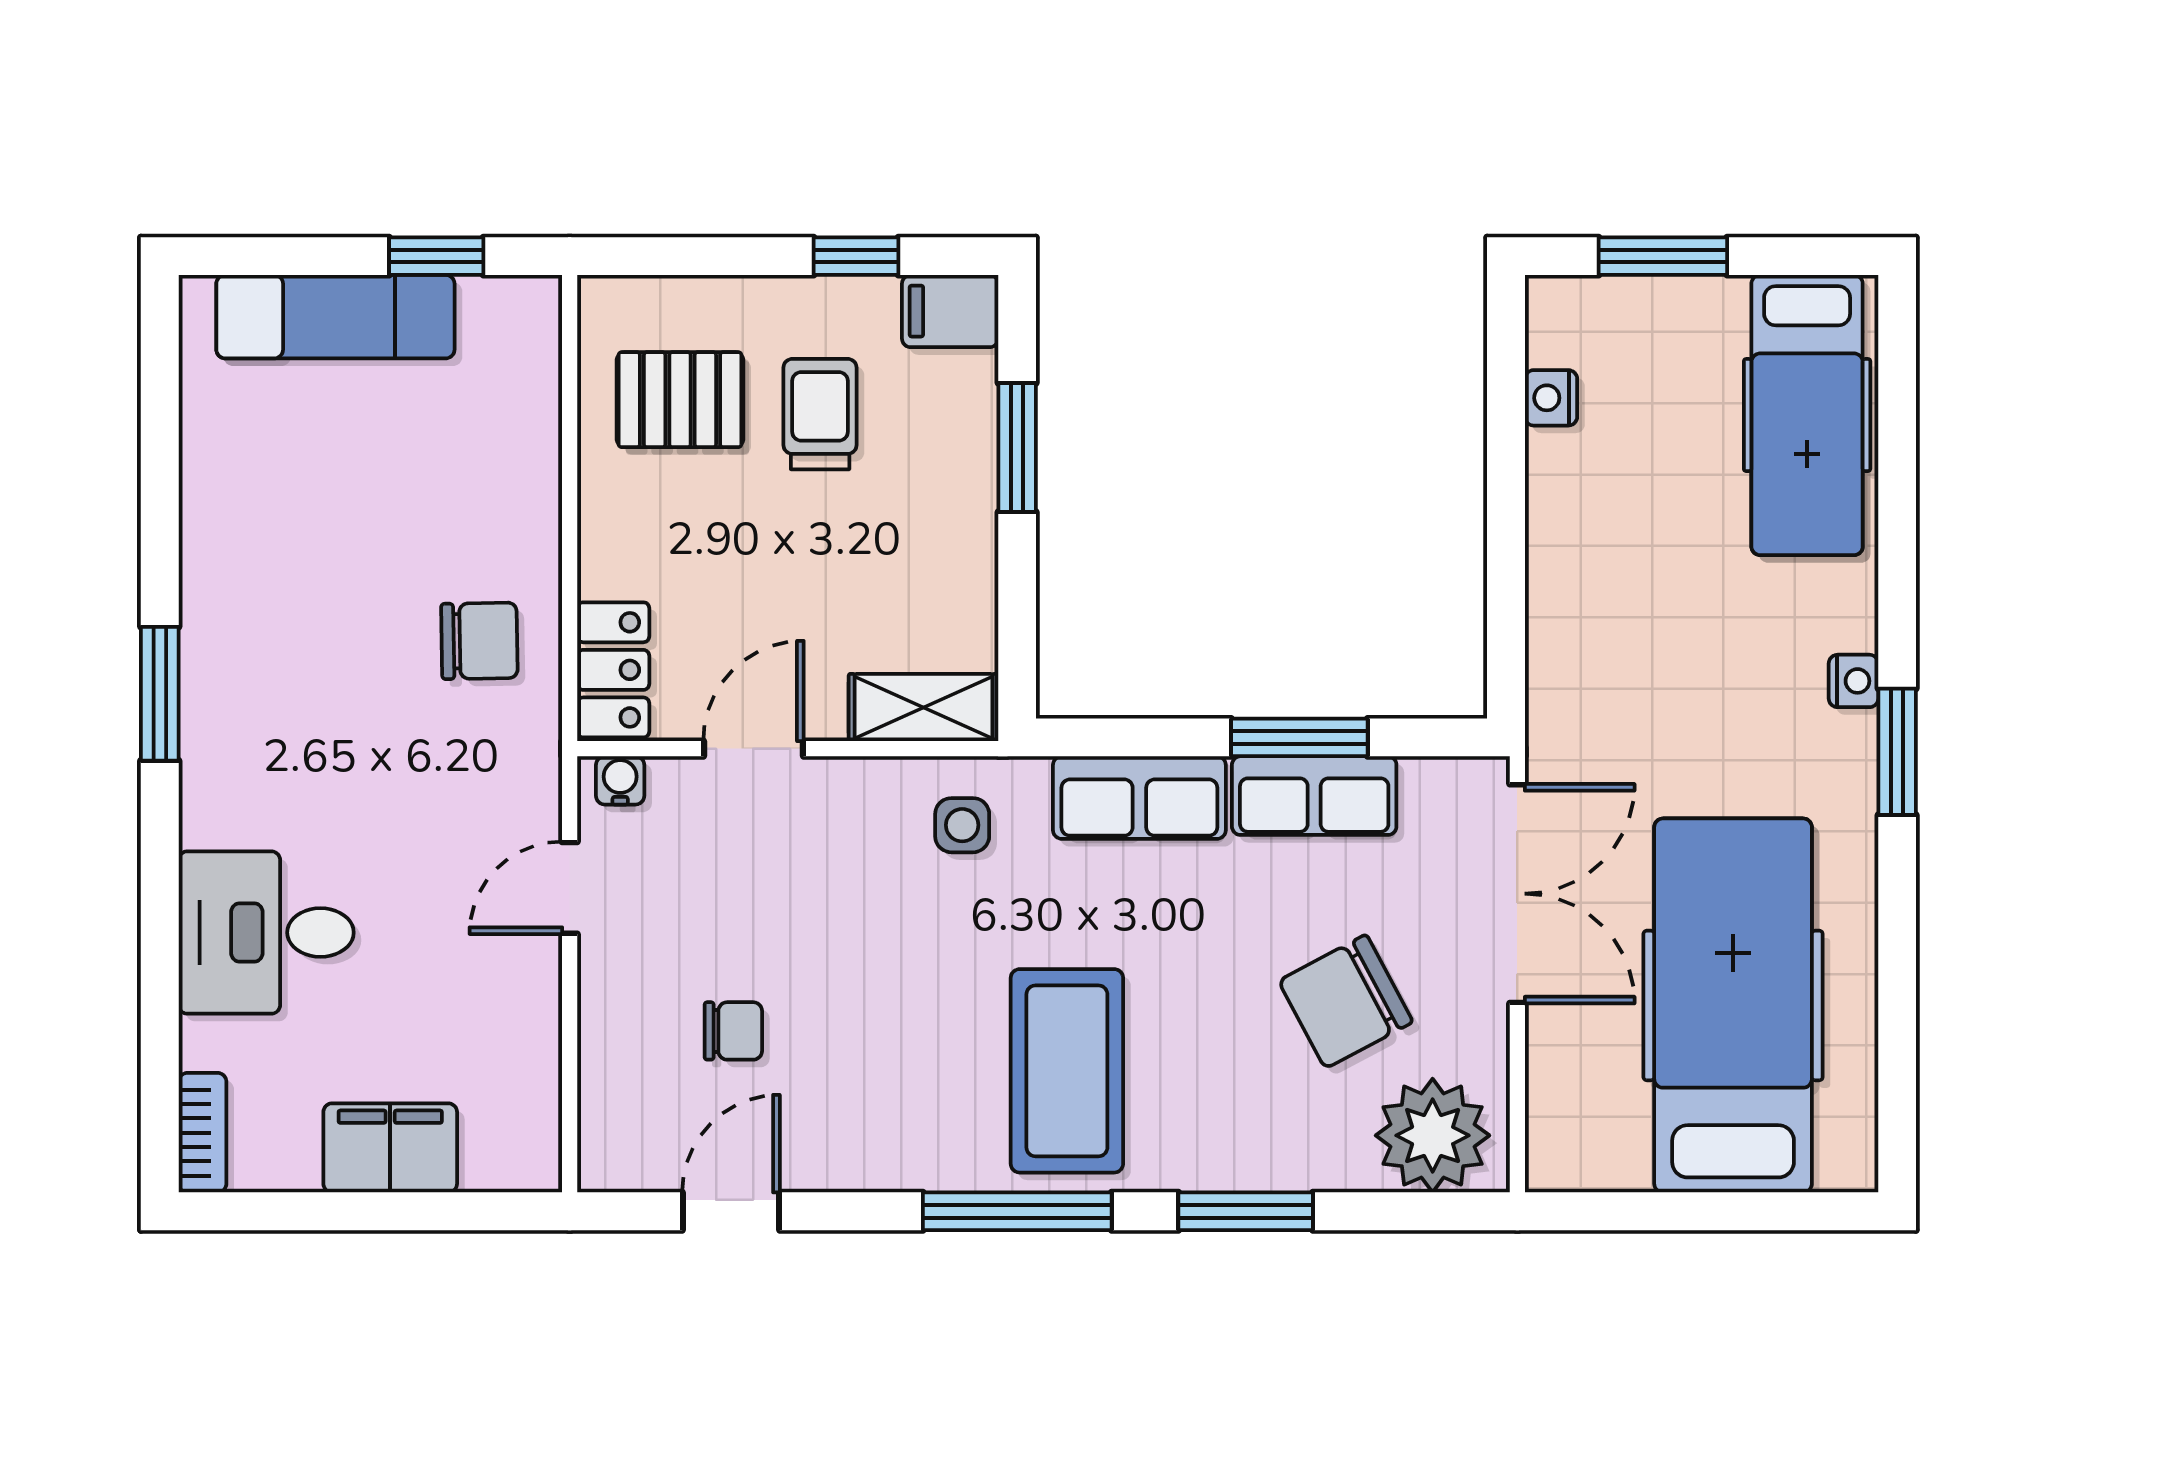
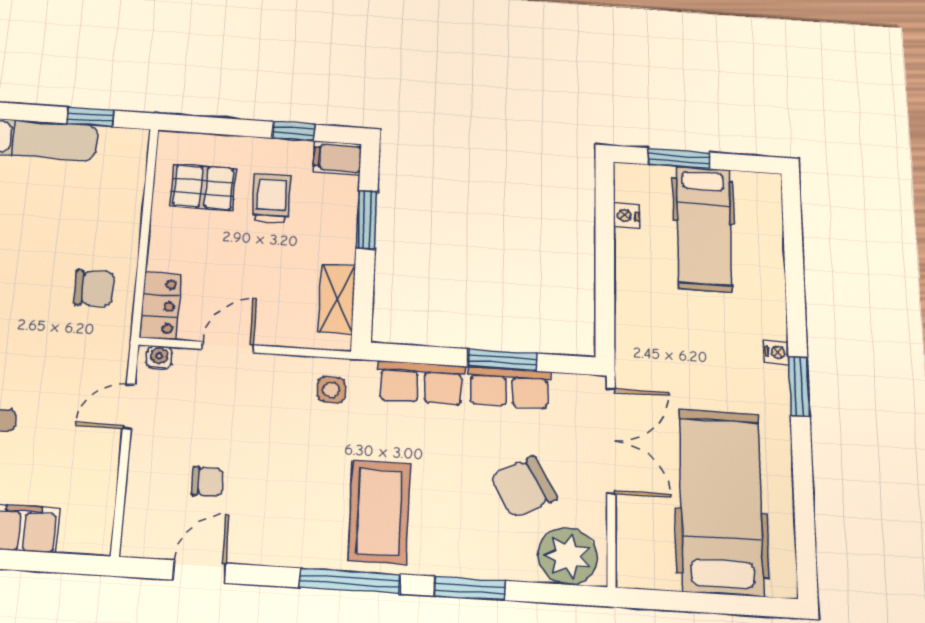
hospital bed: (1807, 415) -> (704, 228), moved
shelving: (924, 708) -> (337, 299), moved, turned 90

